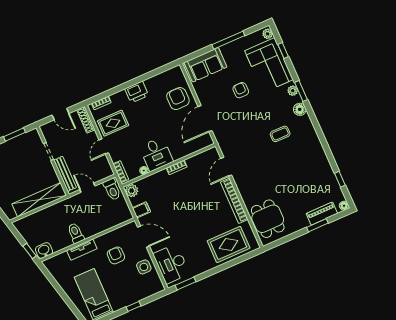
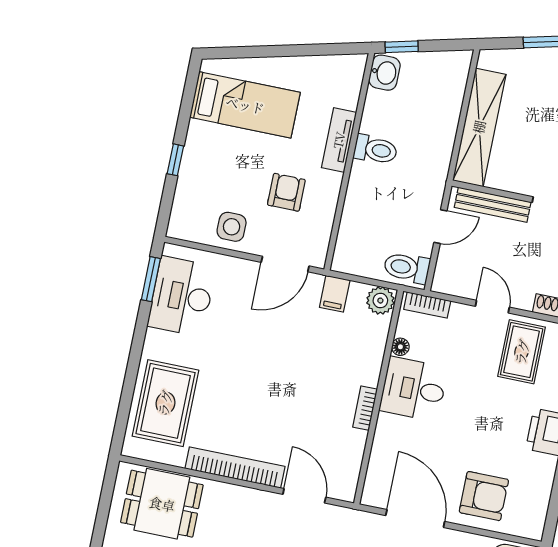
armchair: (116, 255) -> (286, 192), turned -90
desk: (171, 264) -> (182, 296), moved, turned -90

